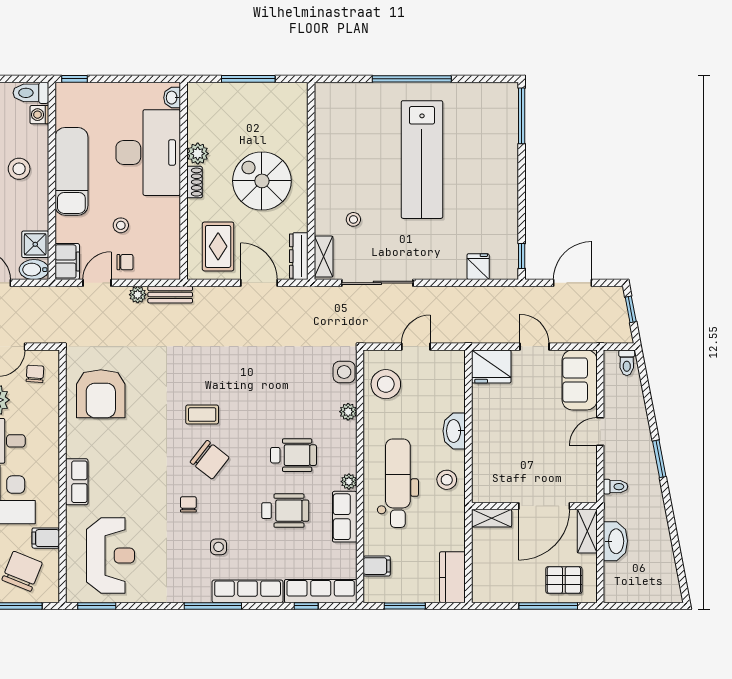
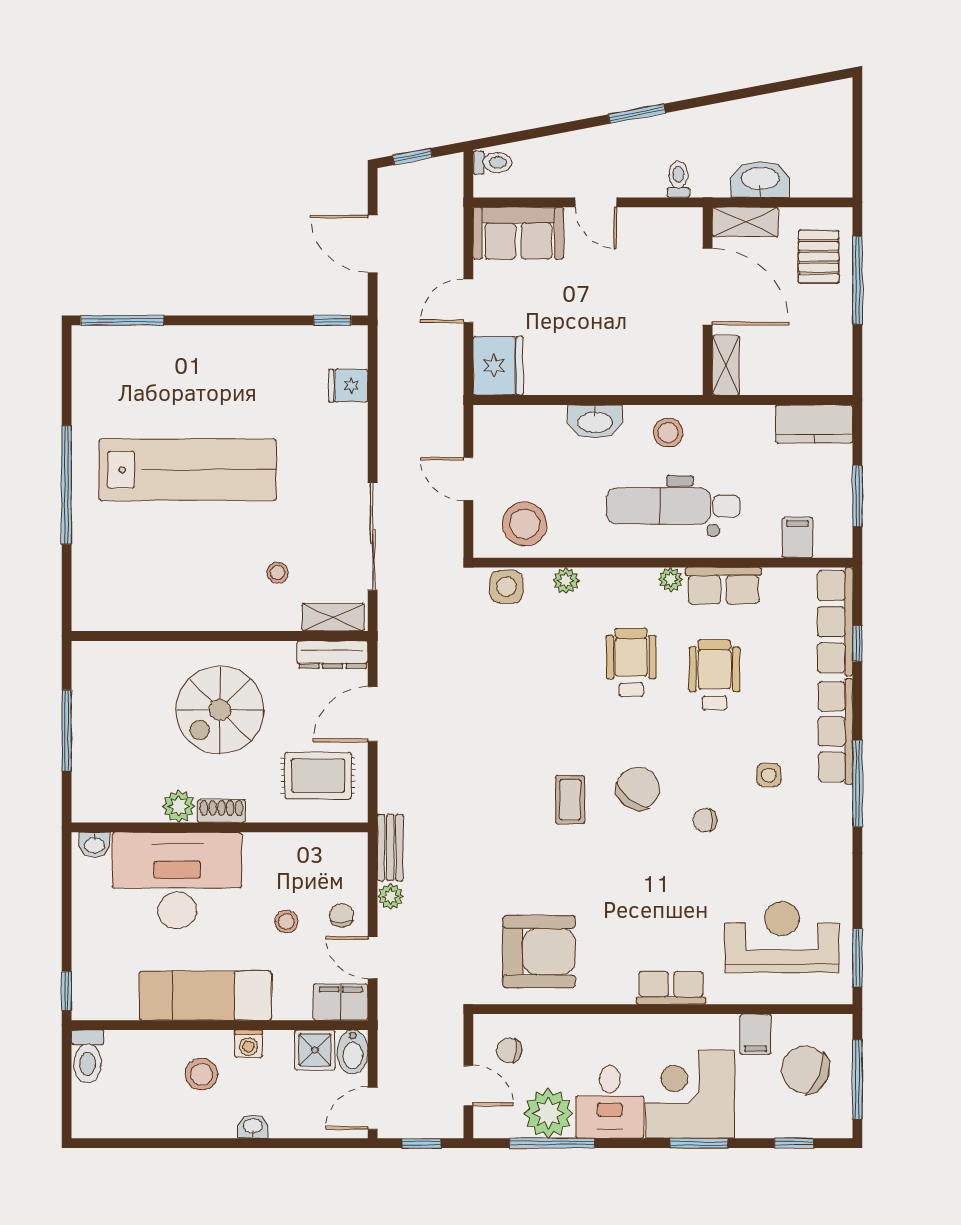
washing machine: (39, 115) -> (248, 1044), moved

